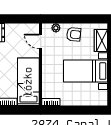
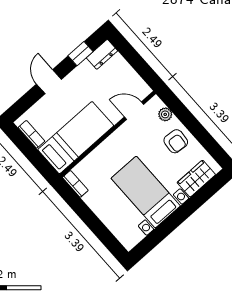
door: (41, 41) -> (134, 111), hinge flipped

